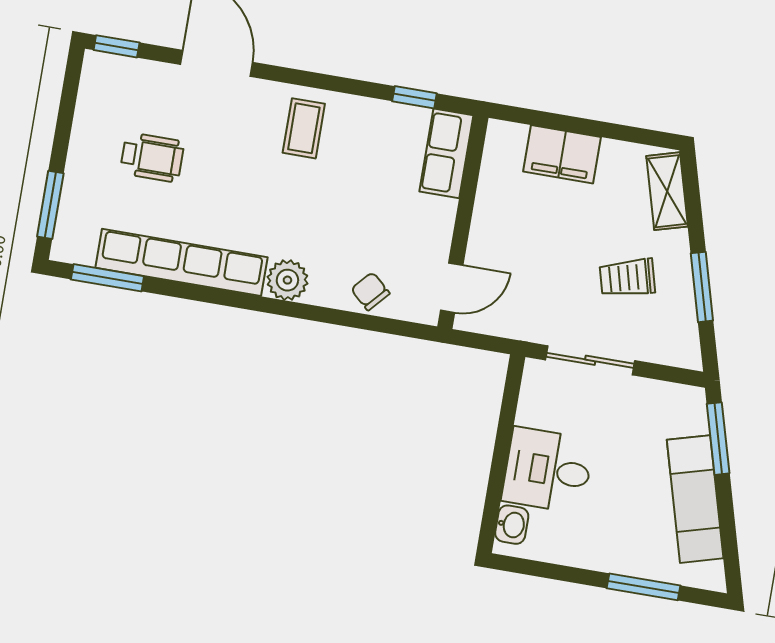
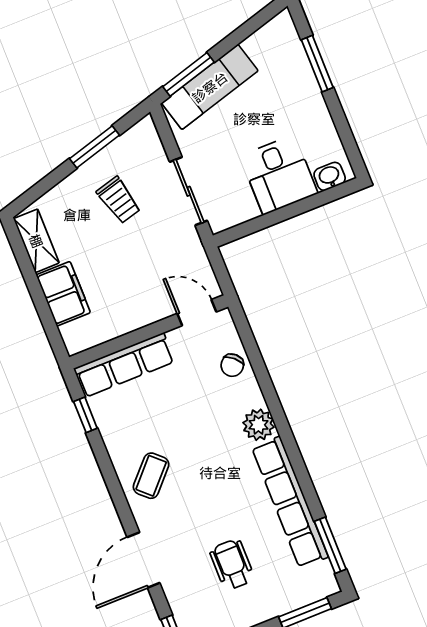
coffee table: (304, 128) -> (151, 476), turned -47
row of seats: (446, 153) -> (124, 365), width x1.48
shelving: (667, 191) -> (36, 241), moved, turned -74
exam couch: (695, 499) -> (210, 87), moved

